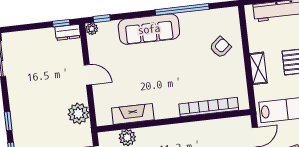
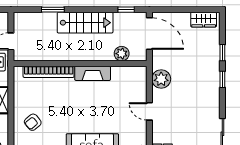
fireplace: (133, 114) -> (93, 73), moved

